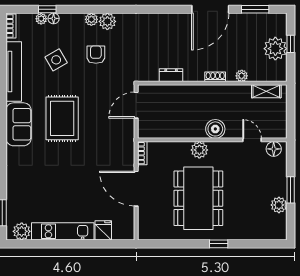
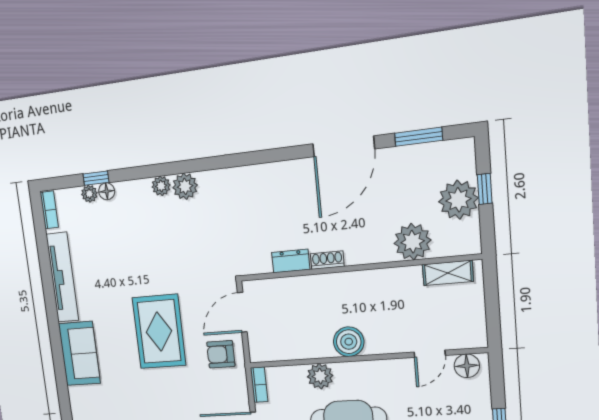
armchair: (96, 55) -> (221, 354), moved, turned -90
side table: (56, 60) -> (118, 254), removed
plant: (242, 76) -> (412, 242), width x1.88, depth x1.88
shoe rack: (215, 77) -> (327, 260), moved
rug: (62, 118) -> (159, 332), moved
boiler: (215, 129) -> (349, 342), moved
door: (252, 140) -> (430, 354), swing flipped
plant: (199, 150) -> (320, 376), moved

